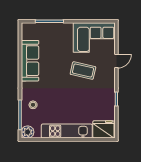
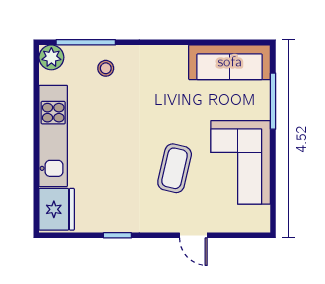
corner sofa: (94, 37) -> (241, 162), moved
sofa: (30, 61) -> (230, 62), moved

